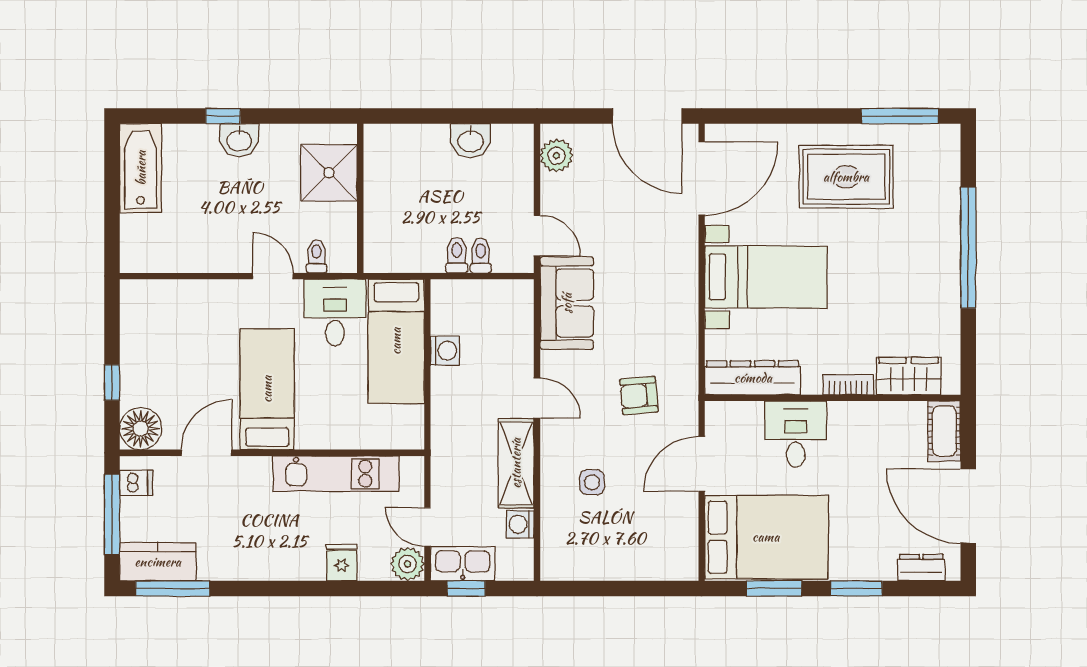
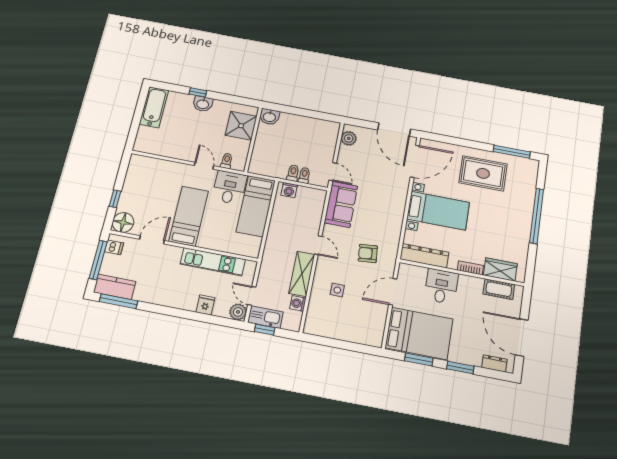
washbasin: (471, 141) -> (269, 117), moved
washing machine: (445, 351) -> (289, 190), moved, turned 90
cot: (944, 431) -> (499, 289), moved, turned 90

